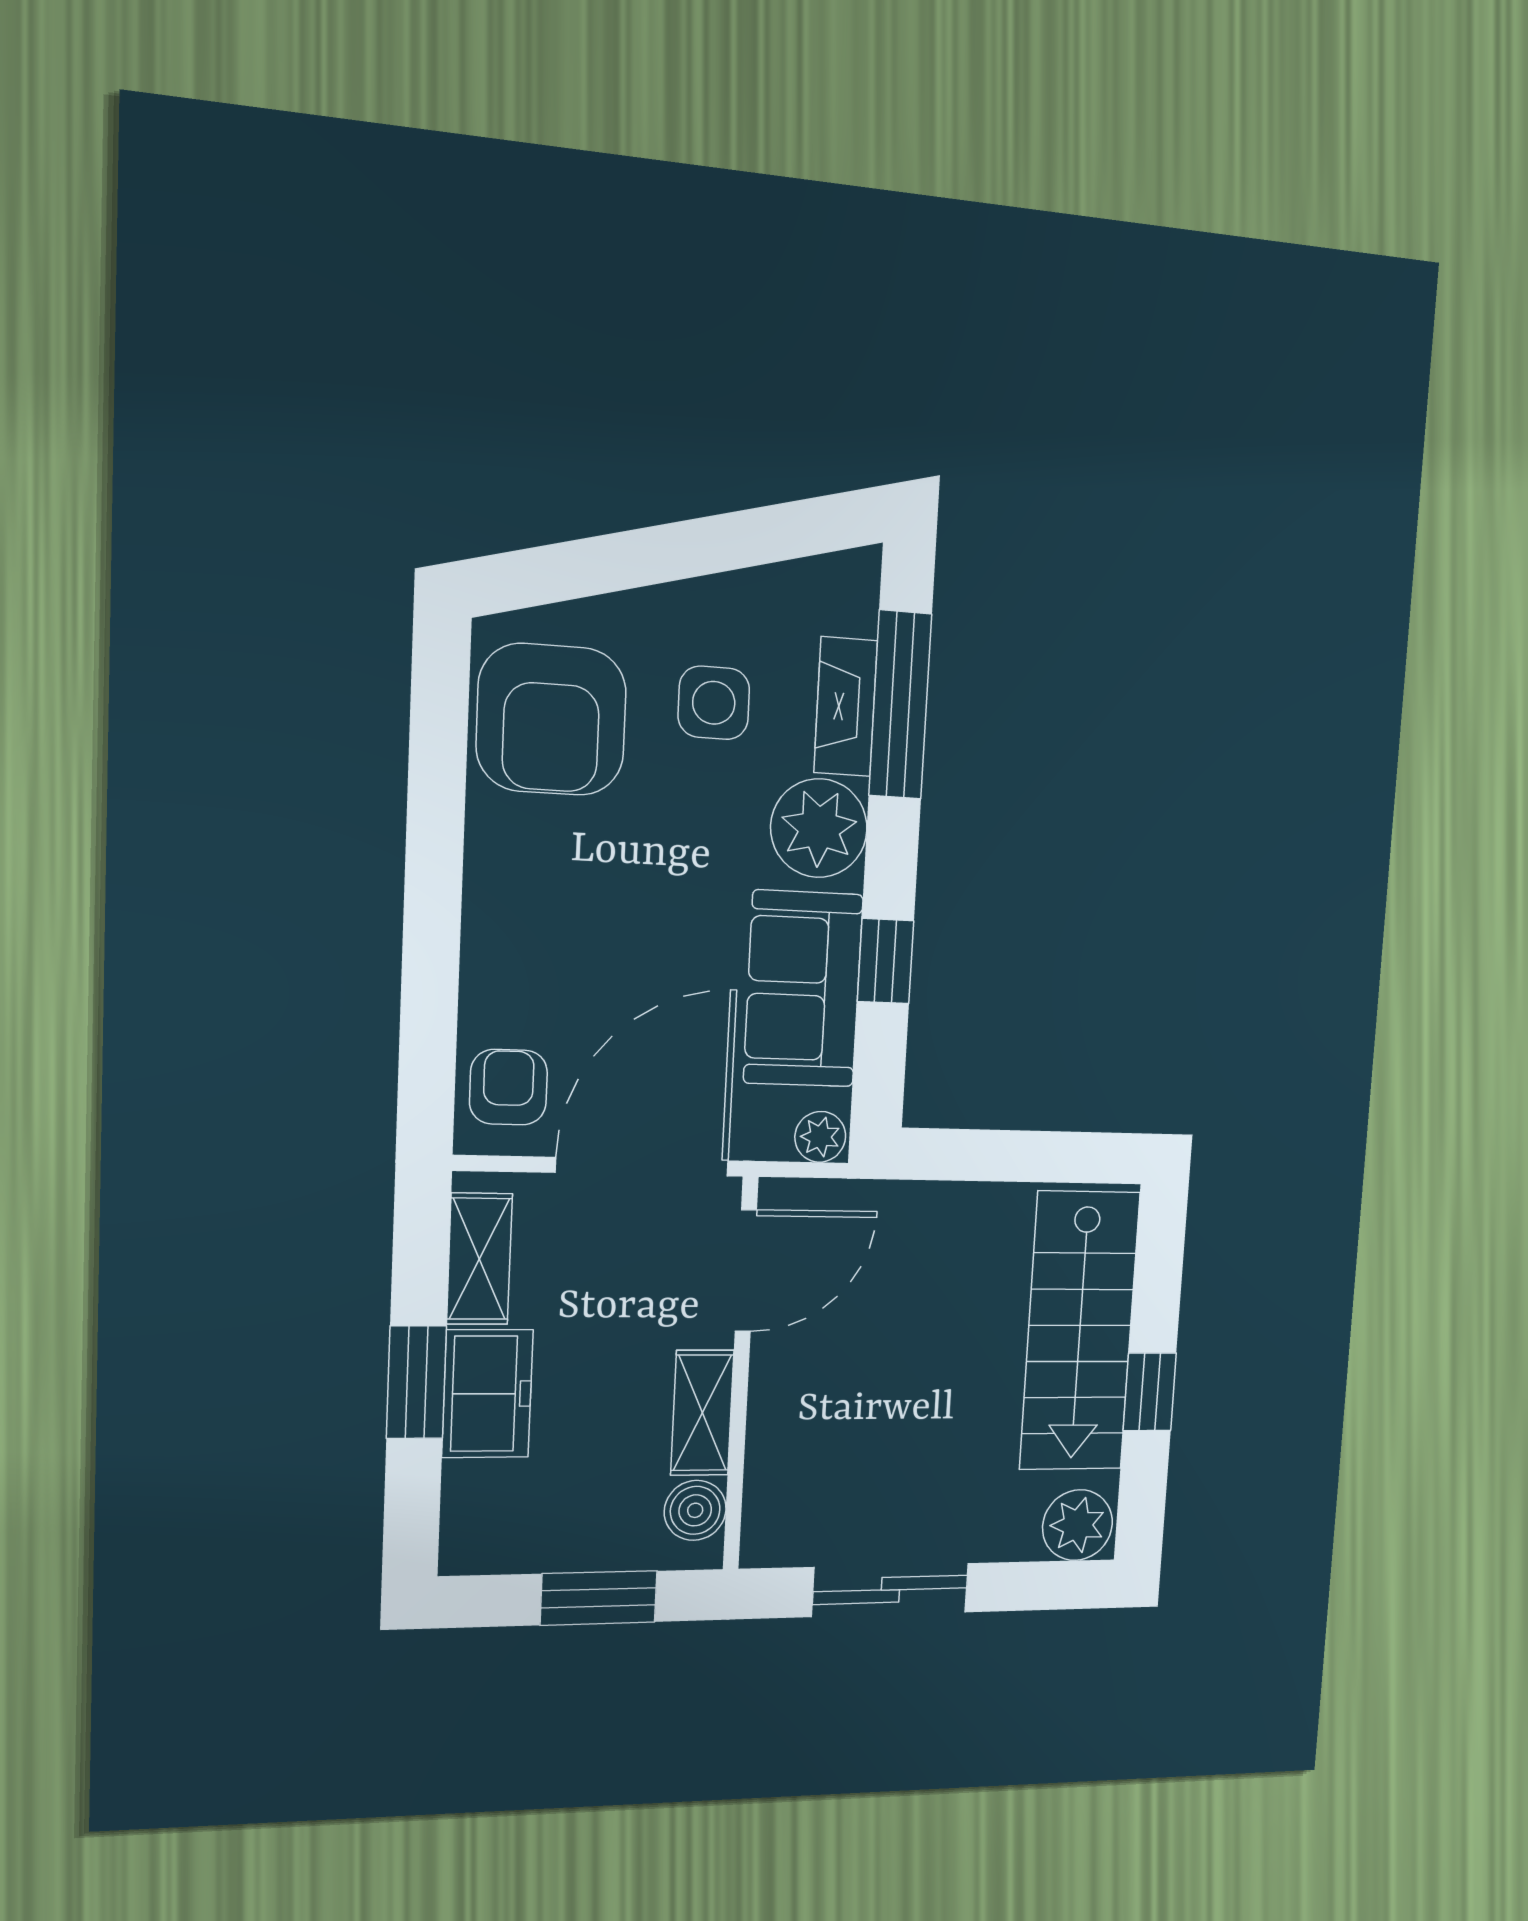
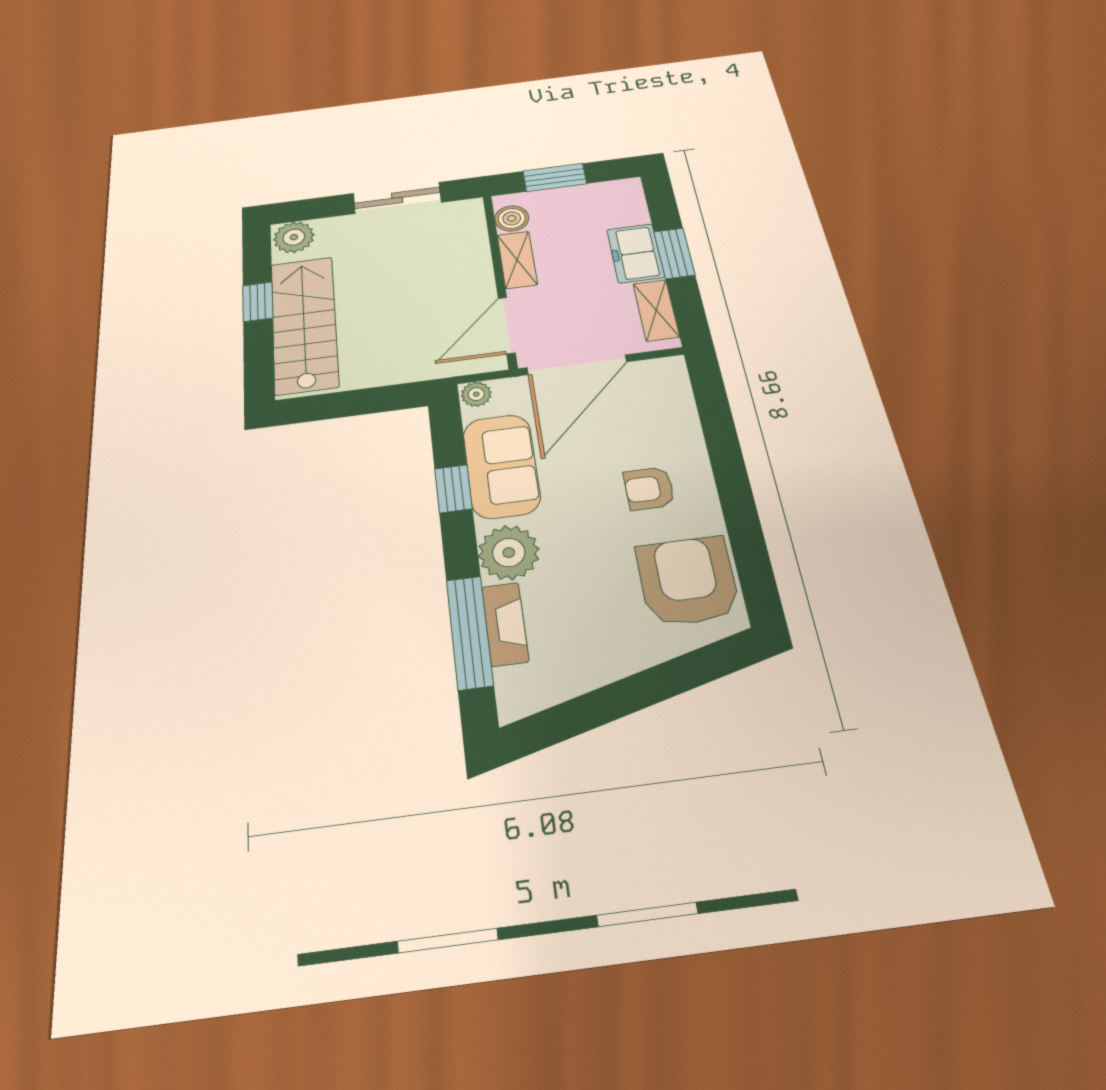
side table: (714, 703) -> (590, 610), removed
armchair: (508, 1087) -> (649, 488), moved, turned 90

